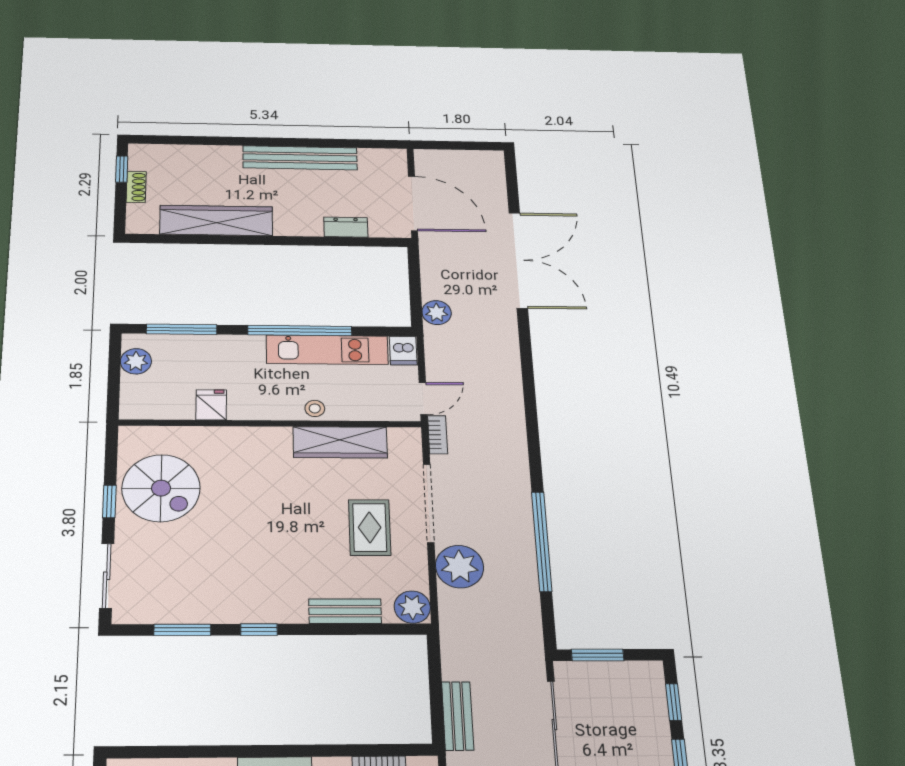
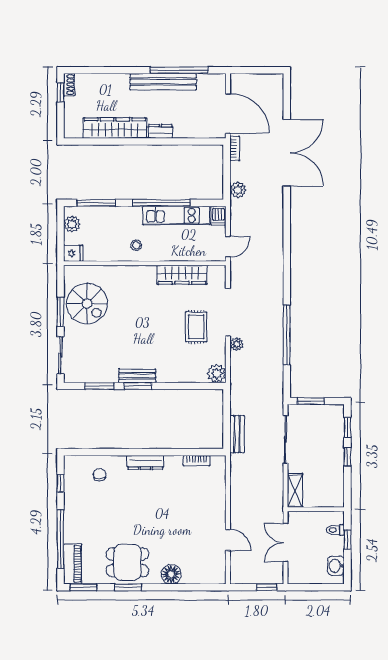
window: (327, 143) -> (179, 70), added
shoe rack: (136, 187) -> (69, 85), moved
dresser: (346, 227) -> (160, 131), moved
fridge: (211, 405) -> (73, 253), moved, turned 90
stool: (315, 408) -> (136, 245), moved
bookcase: (437, 435) -> (235, 148), moved
window: (109, 502) -> (60, 312), width x1.50
plant: (460, 567) -> (237, 344), width x0.53, depth x0.53
bench: (345, 611) -> (137, 376), moved
window: (259, 630) -> (138, 386), width x1.50

